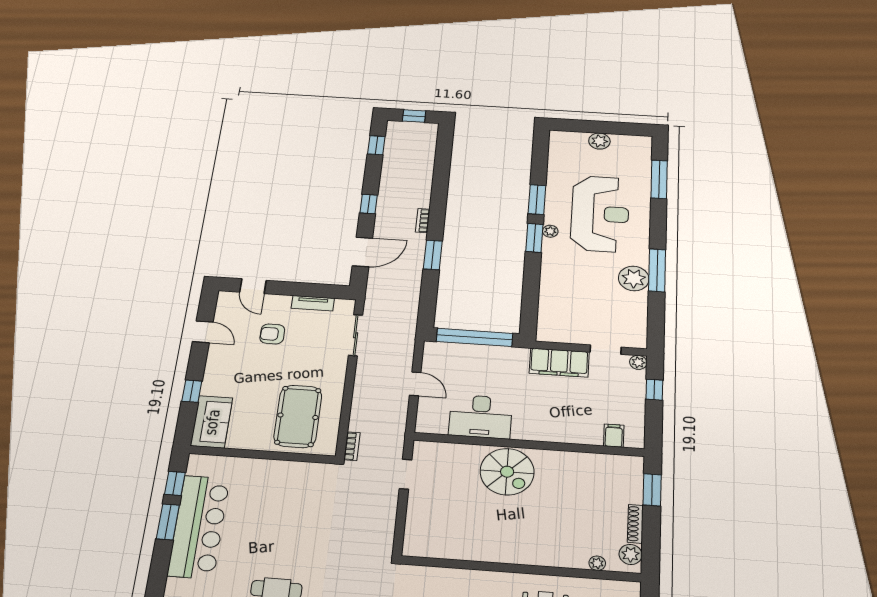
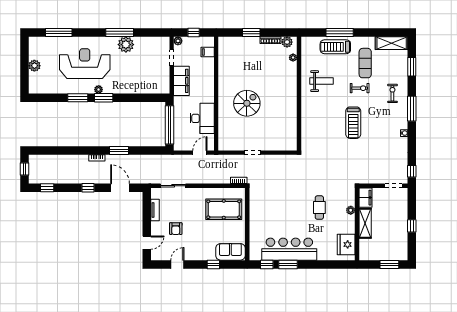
desk: (481, 417) -> (202, 118), moved
filing cabinet: (614, 436) -> (208, 52), moved
wall: (529, 444) -> (216, 94), moved

